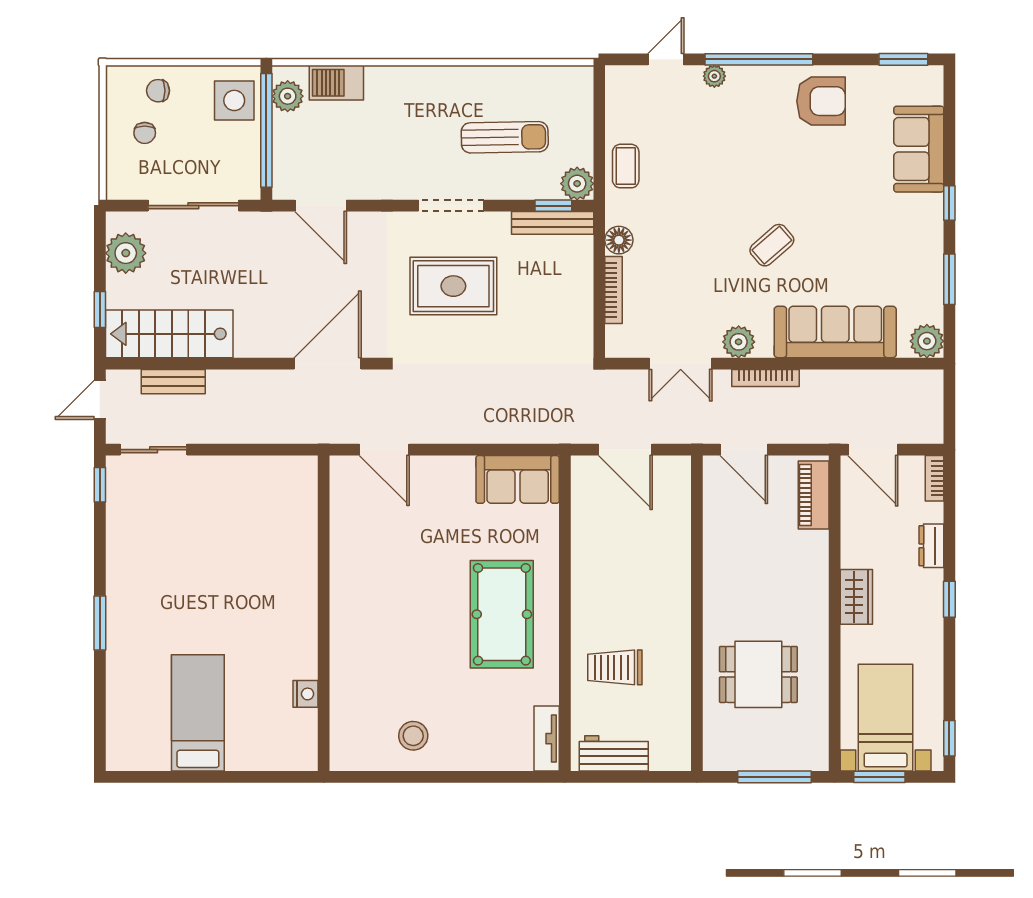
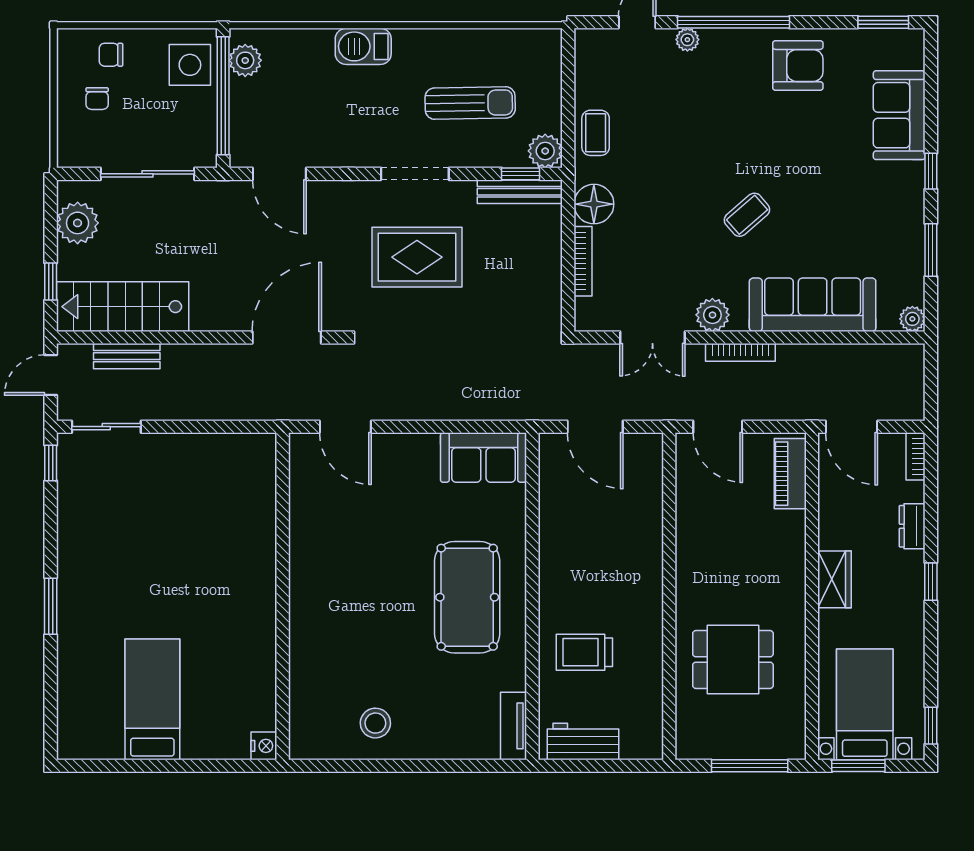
barbecue: (336, 83) -> (363, 46), moved
floor lamp: (619, 240) -> (594, 204), width x1.38, depth x1.38
plant: (927, 341) -> (912, 319), width x0.73, depth x0.73
nightstand: (306, 694) -> (264, 746), moved

